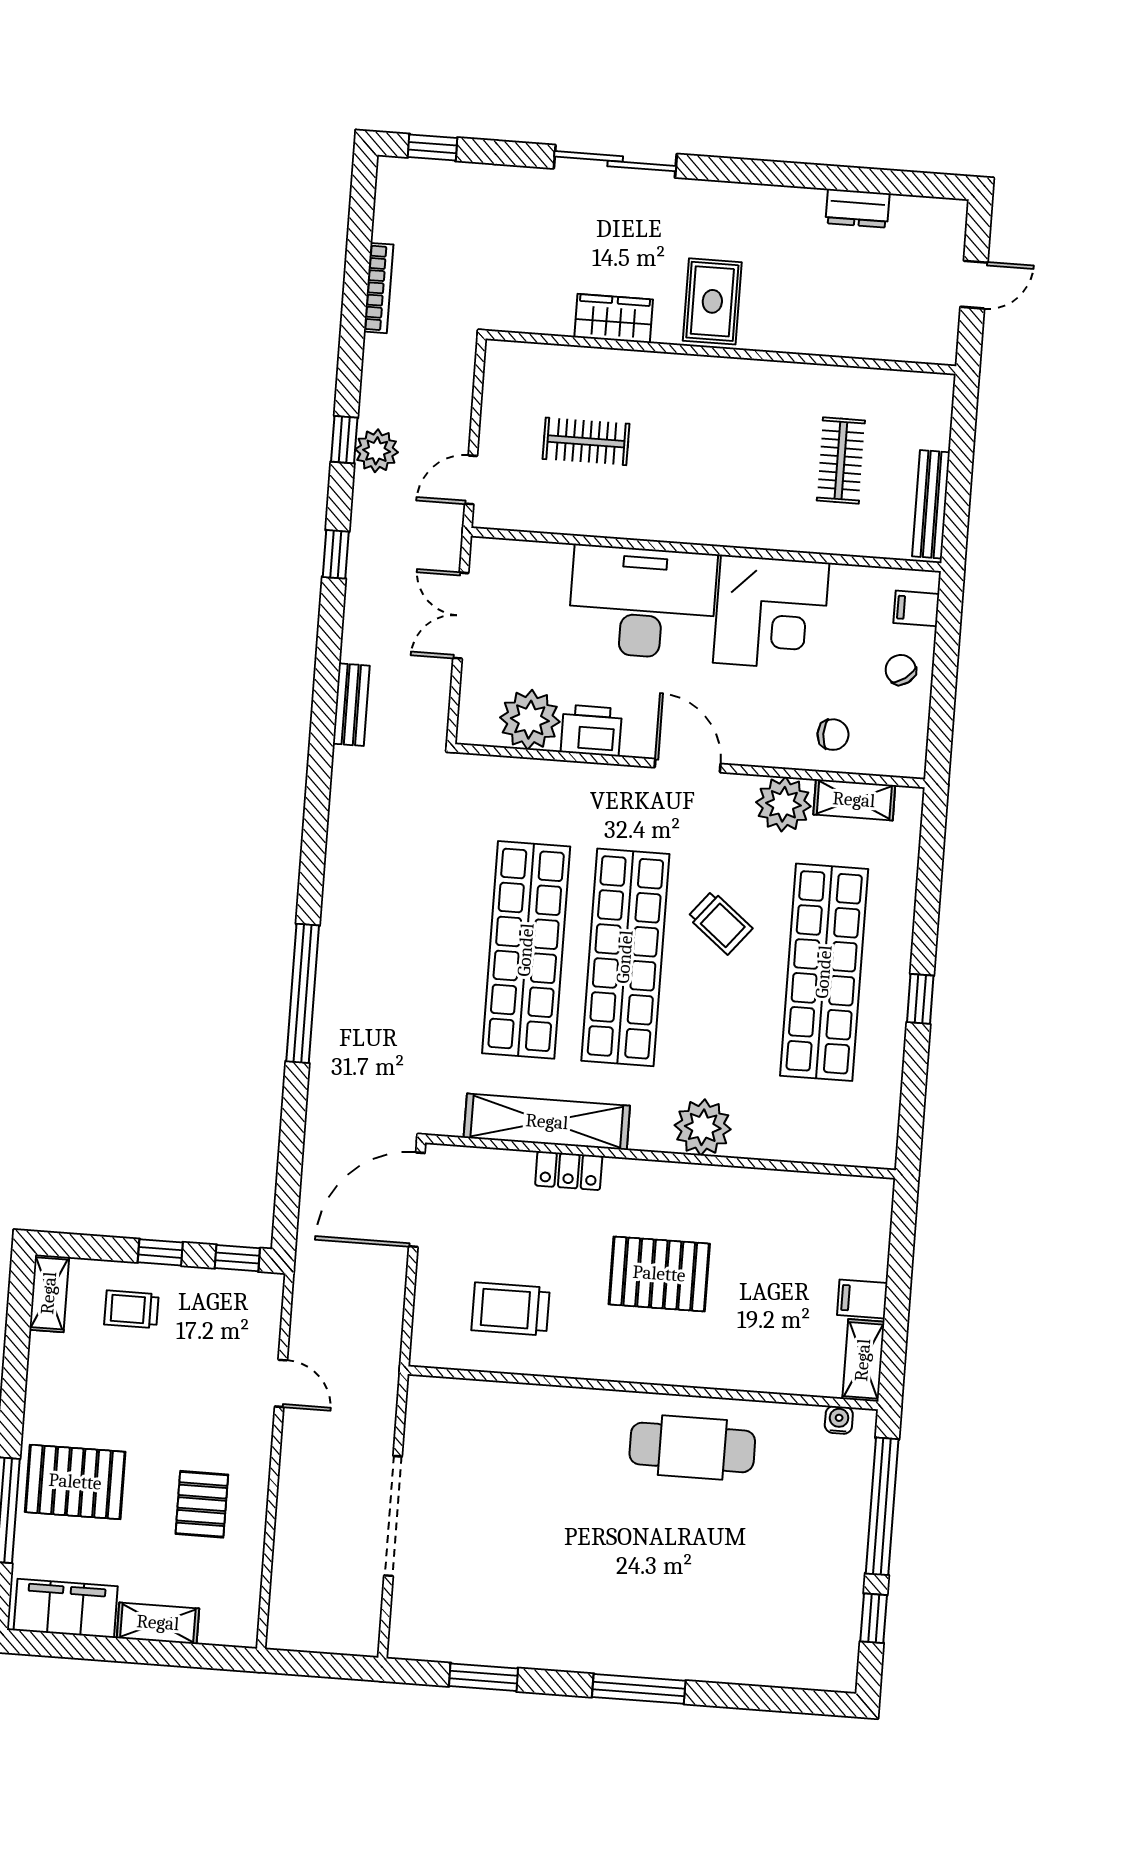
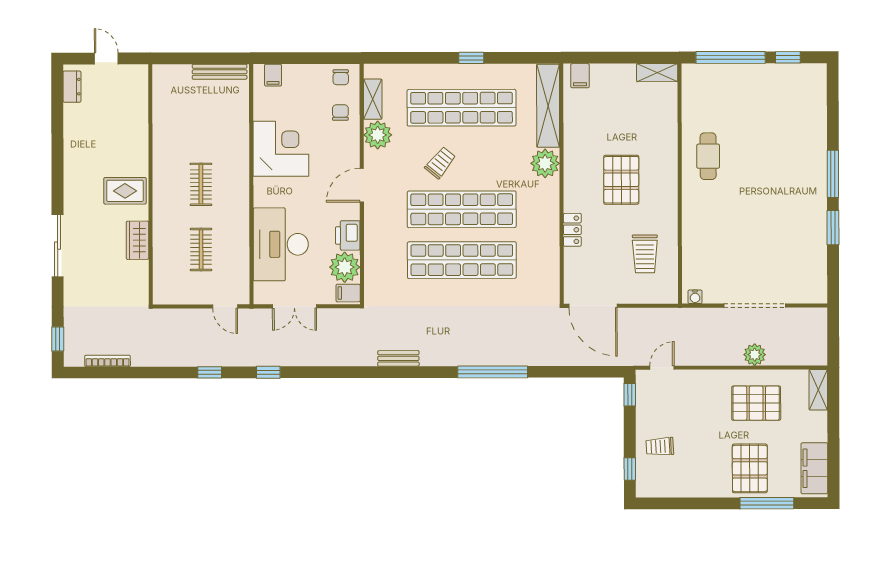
dresser: (857, 208) -> (72, 87), moved
bookcase: (379, 288) -> (108, 361), moved
plant: (377, 451) -> (755, 355), moved
clothes rail: (841, 460) -> (201, 184), moved, turned 90
desk: (642, 602) -> (281, 244), moved
chair: (901, 670) -> (341, 77), moved, turned -54
bench: (351, 705) -> (398, 358), moved
filing cabinet: (479, 723) -> (348, 293), added
shelving: (547, 1122) -> (548, 106), moved
window: (160, 1252) -> (630, 469), moved
shelving: (49, 1293) -> (655, 489), removed
filing cabinet: (862, 1299) -> (580, 76), moved
trolley: (131, 1309) -> (660, 447), turned 87
door: (281, 1383) -> (662, 368), moved
water cooler: (839, 1420) -> (695, 297), moved, turned -90
cafe table: (692, 1447) -> (708, 156), width x0.73, depth x0.74
pallet: (202, 1504) -> (756, 403), width x1.50, depth x1.42
shelving: (158, 1623) -> (818, 390), moved
window: (484, 1677) -> (833, 228), moved

